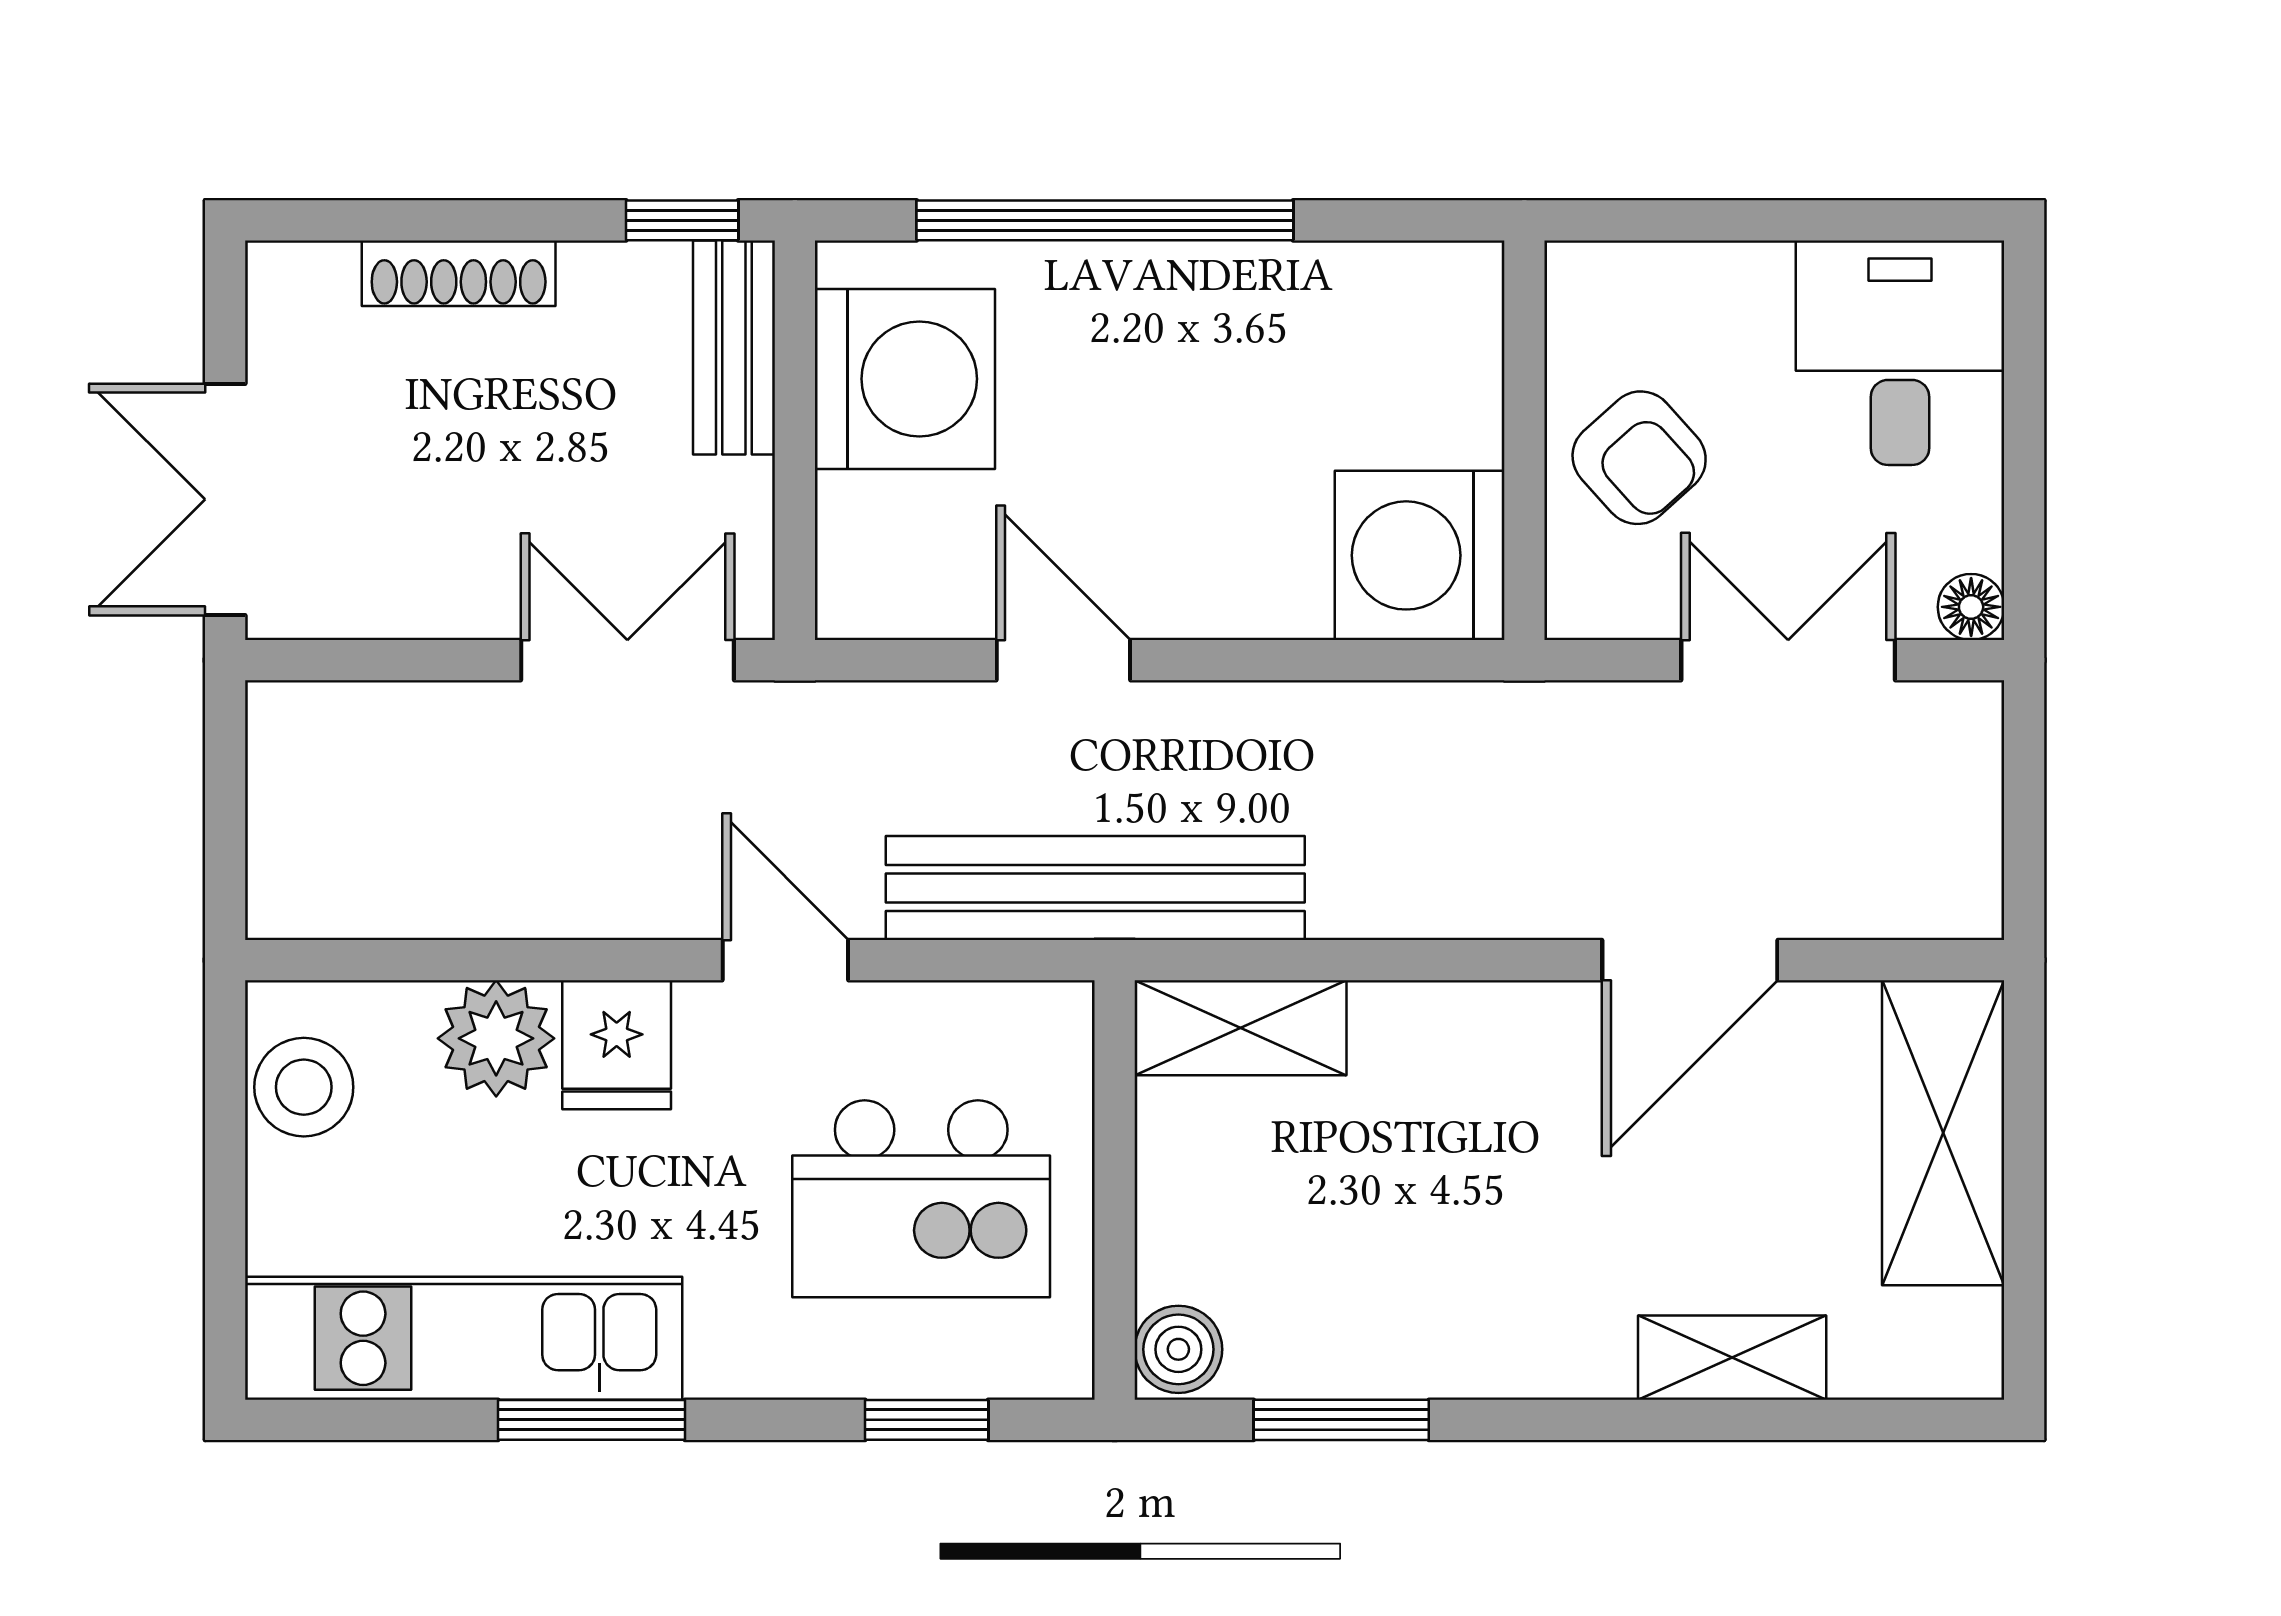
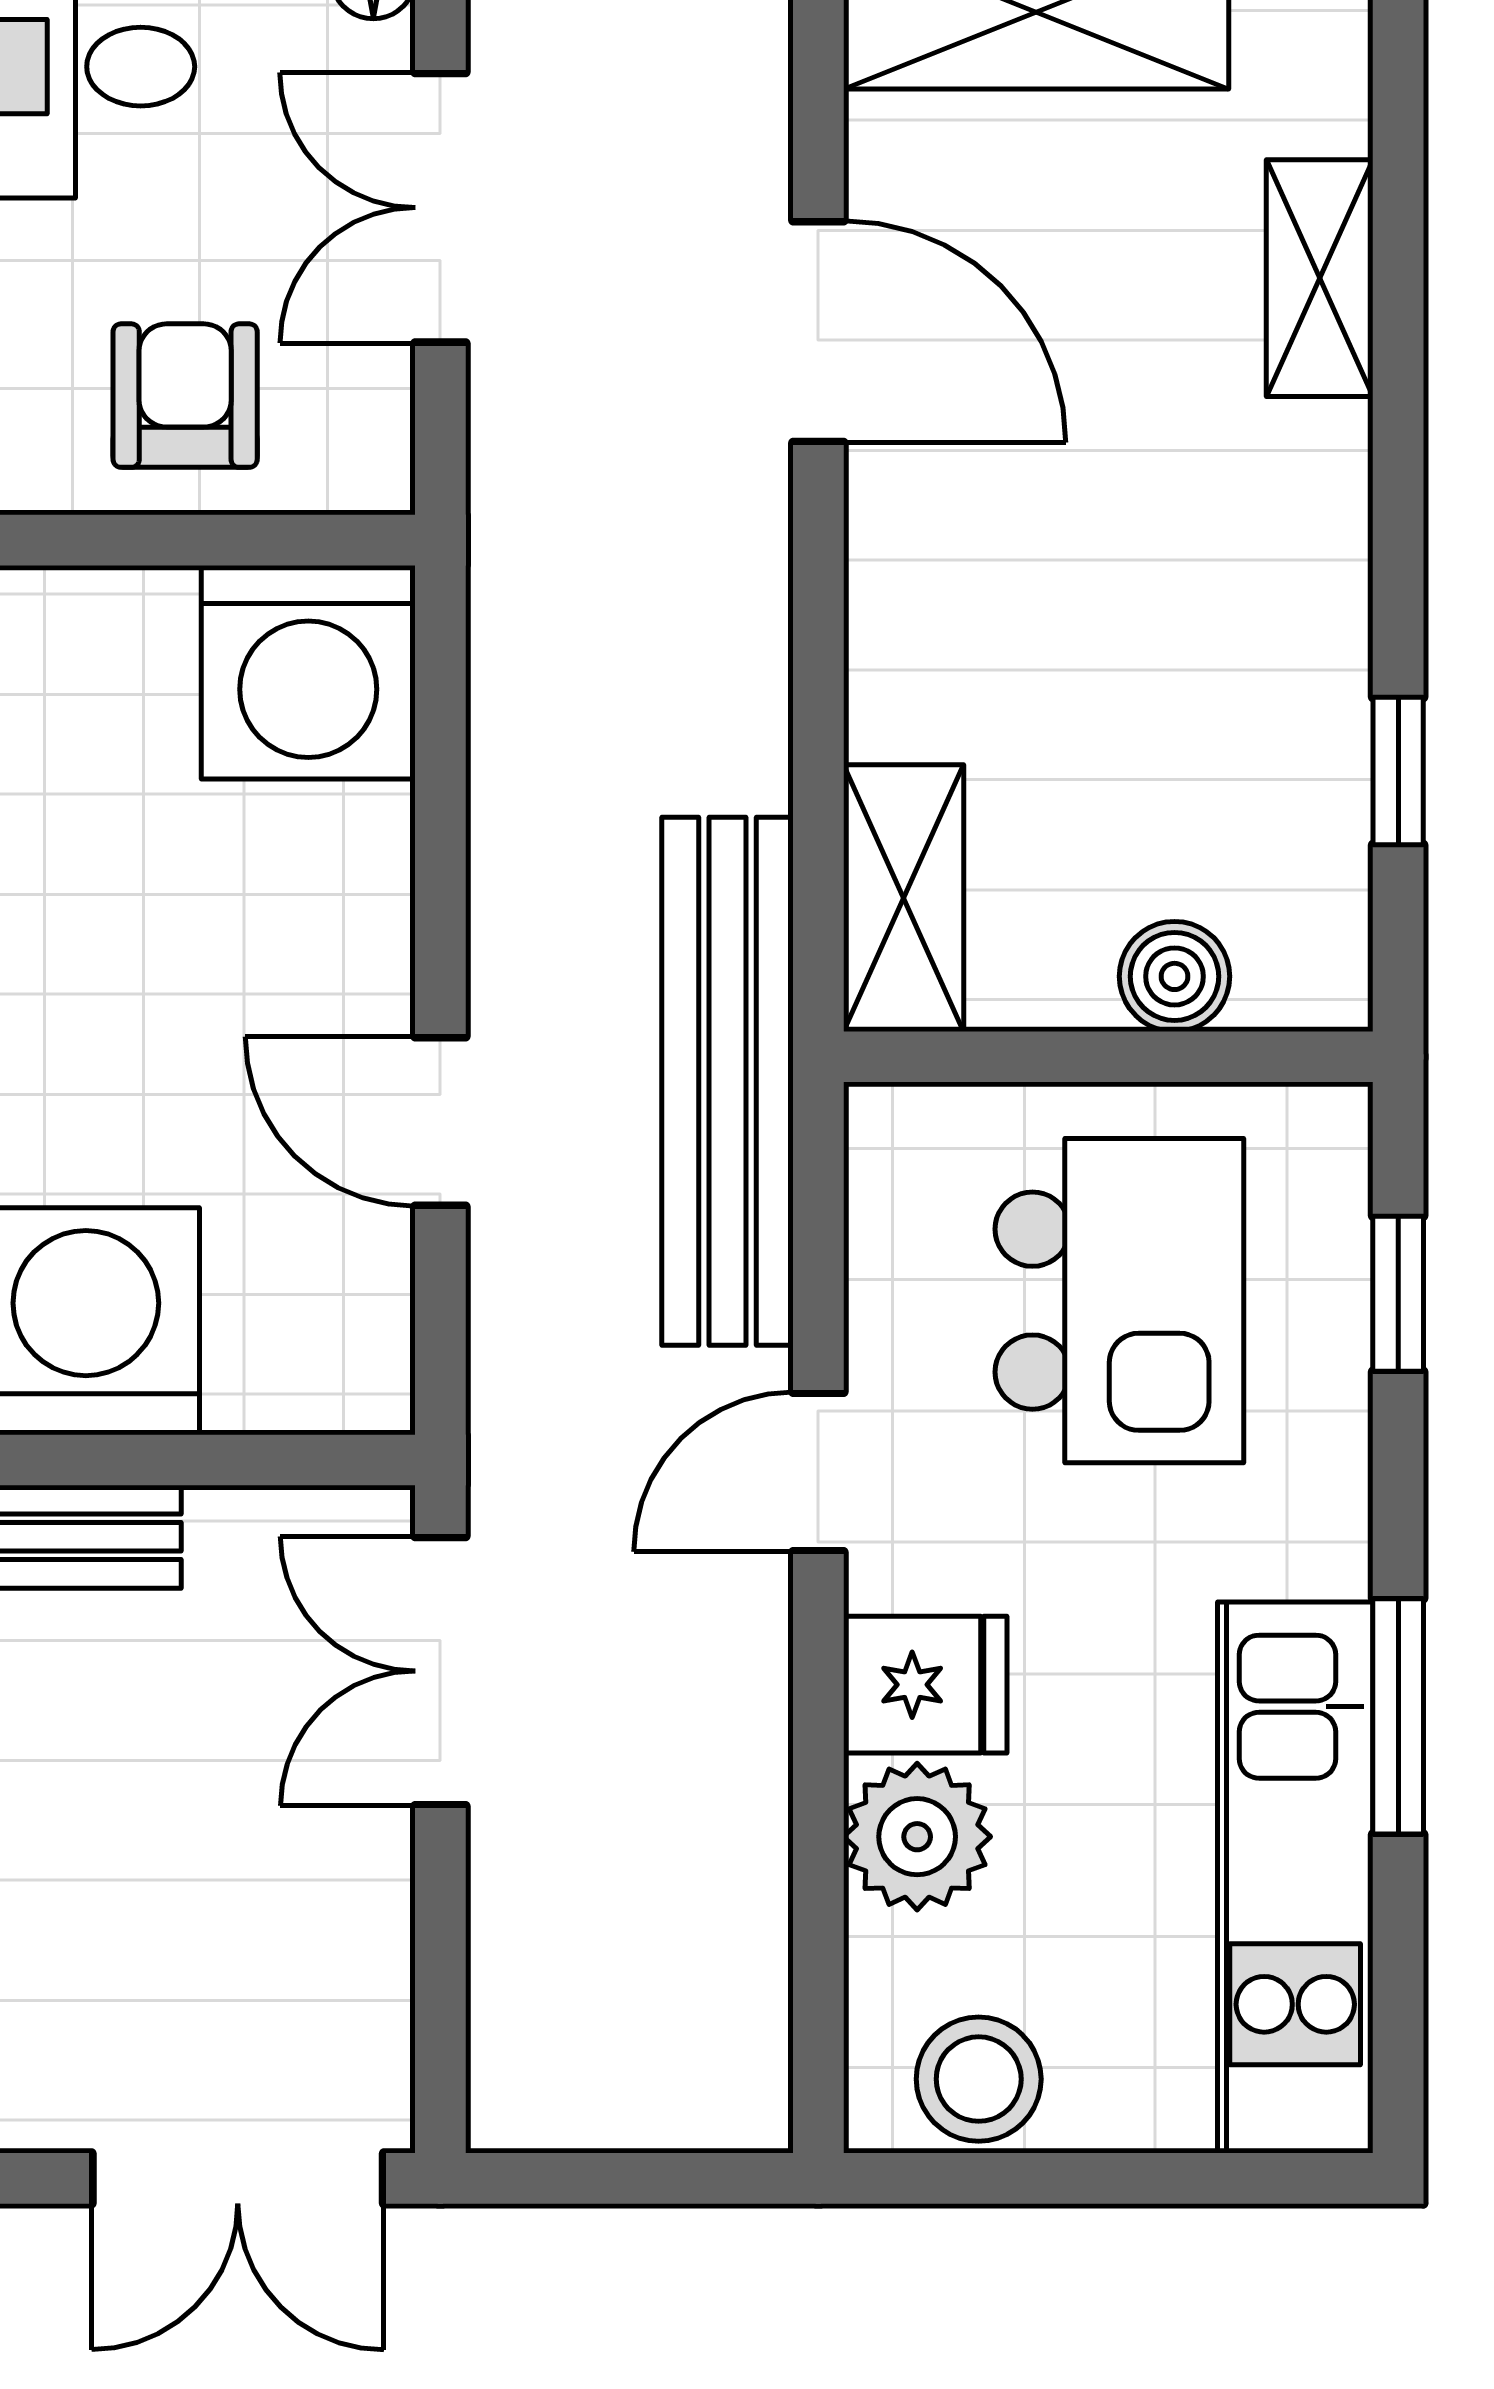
armchair: (1639, 458) -> (185, 396), turned -48
door: (1063, 660) -> (440, 1121), hinge flipped
boiler: (1178, 1349) -> (1175, 976), moved
window: (1341, 1420) -> (1398, 771), width x0.67

